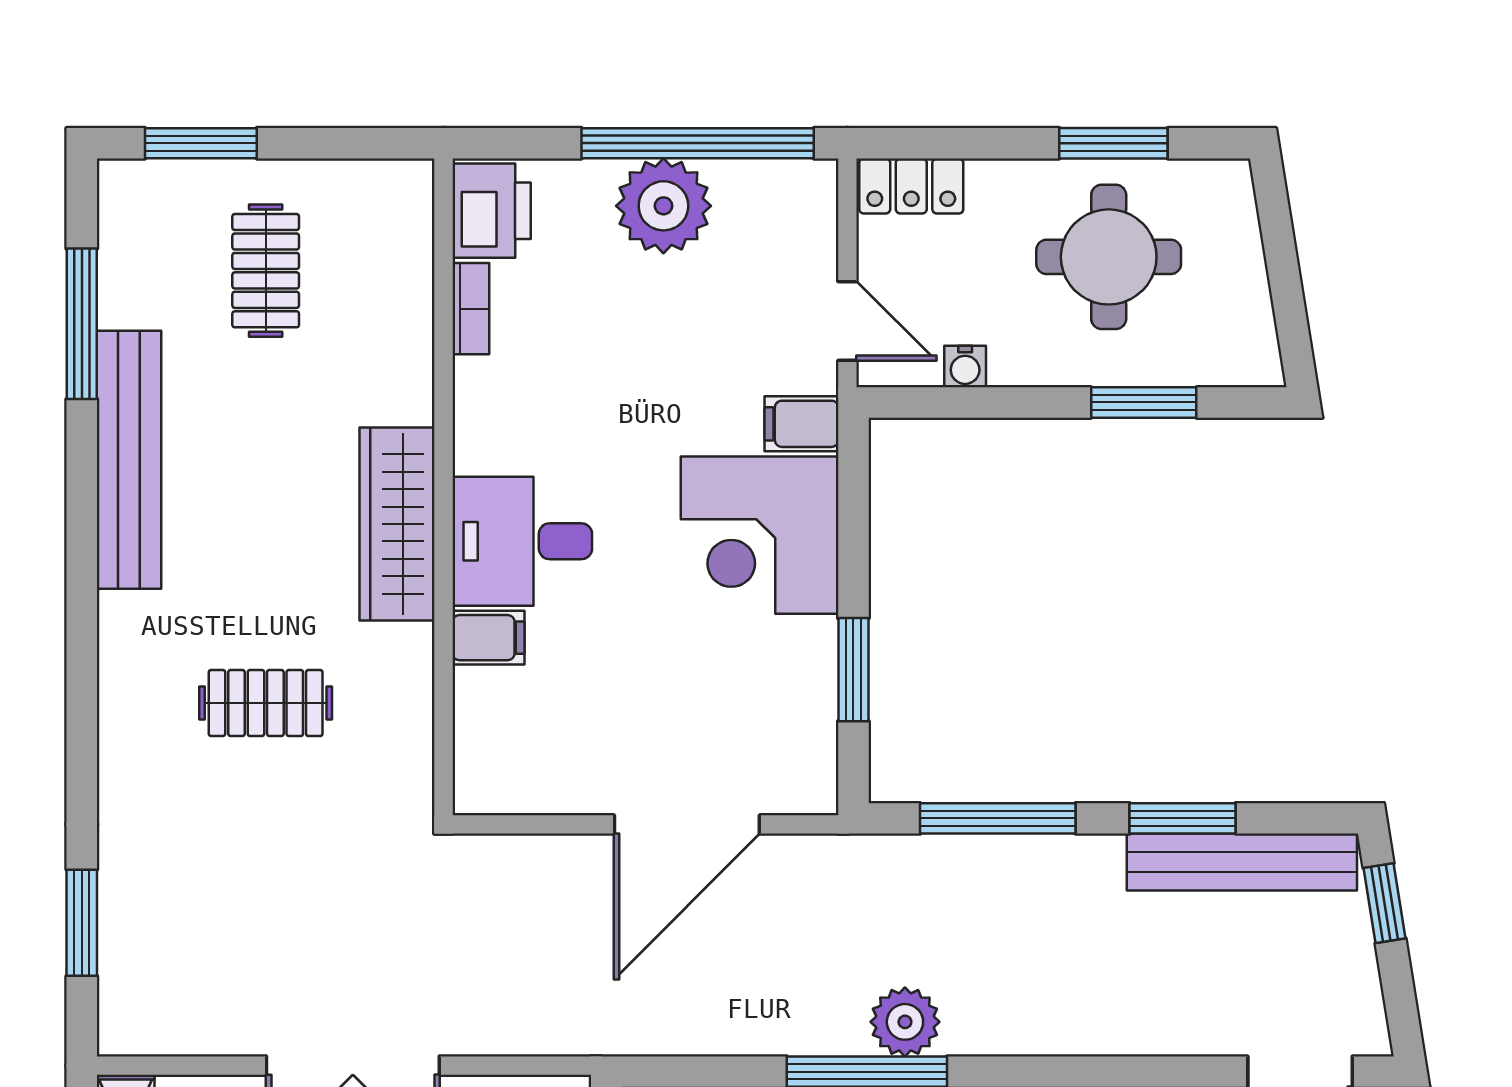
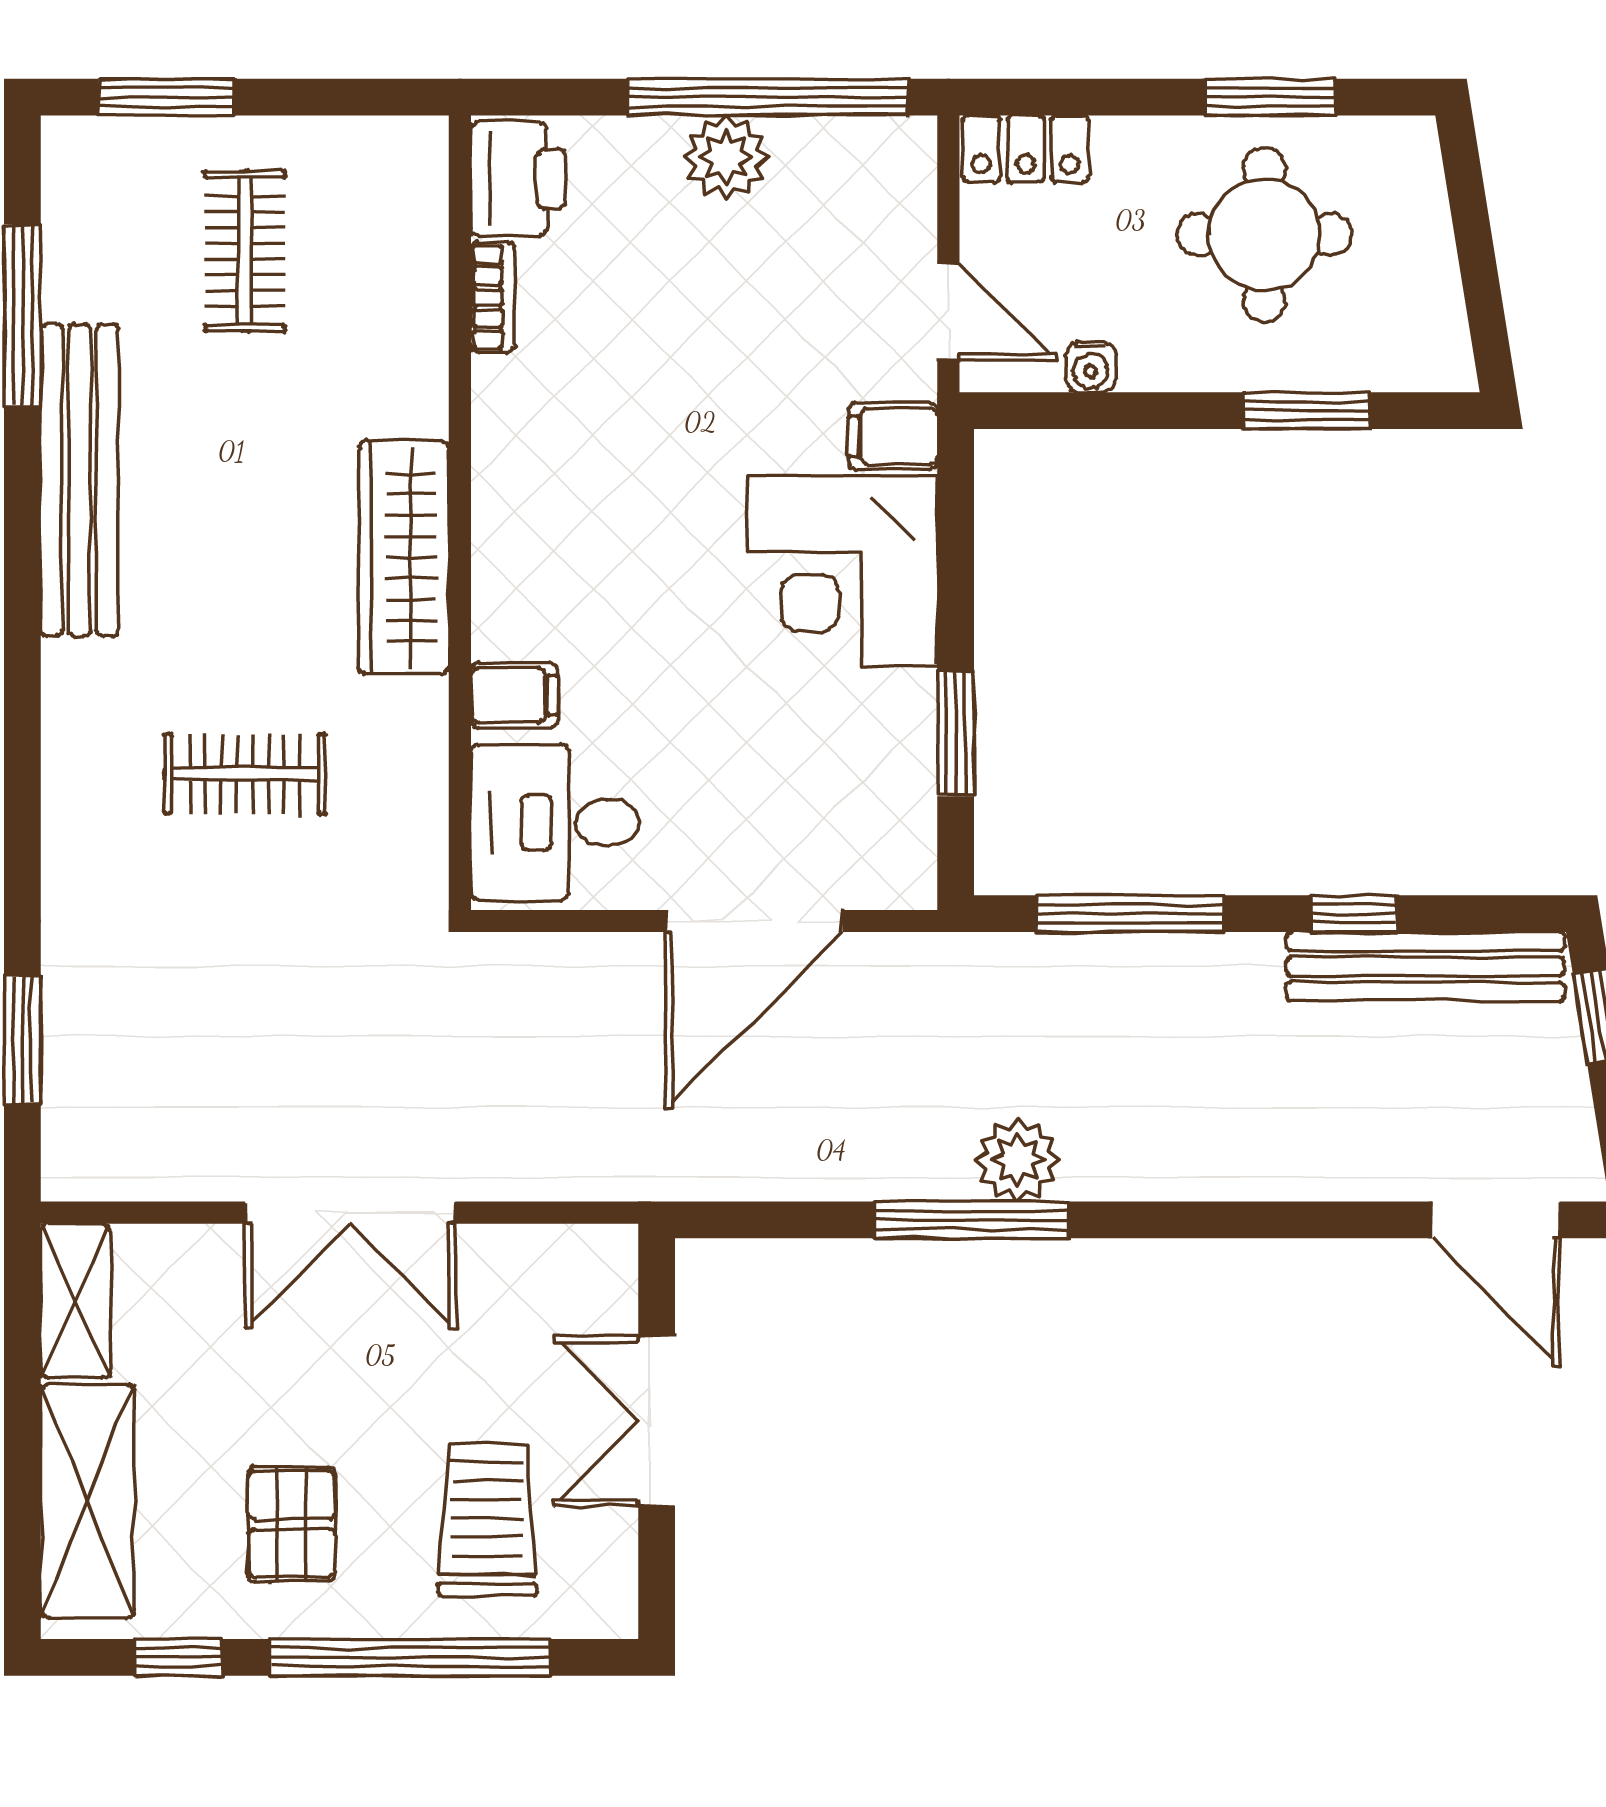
plant: (663, 206) -> (726, 157), width x0.73, depth x0.73
desk: (522, 541) -> (555, 822), moved
window: (1183, 818) -> (1354, 914), width x0.67

